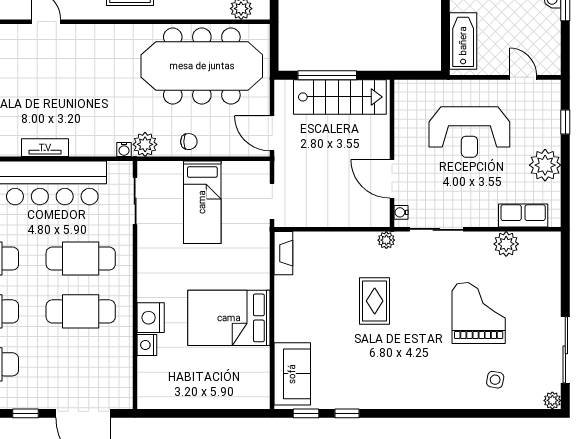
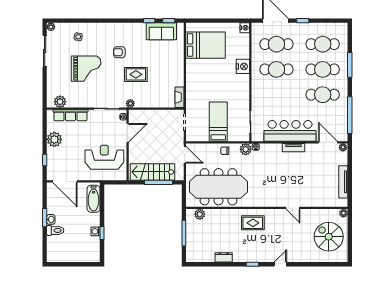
door: (523, 77) -> (65, 181), width x1.88
reception desk: (469, 132) -> (104, 157), moved
door: (392, 179) -> (128, 133), hinge flipped
row of seats: (523, 215) -> (70, 115), width x1.48
plant: (506, 244) -> (60, 102), moved
cafe table: (81, 259) -> (276, 44), moved
rug: (375, 301) -> (136, 74), turned 90
grand piano: (479, 313) -> (86, 69), turned -90
bed: (229, 318) -> (206, 45), moved
nightstand: (147, 345) -> (245, 28), moved
armchair: (409, 347) -> (119, 52), added
sofa: (292, 374) -> (161, 31), moved, turned -90

